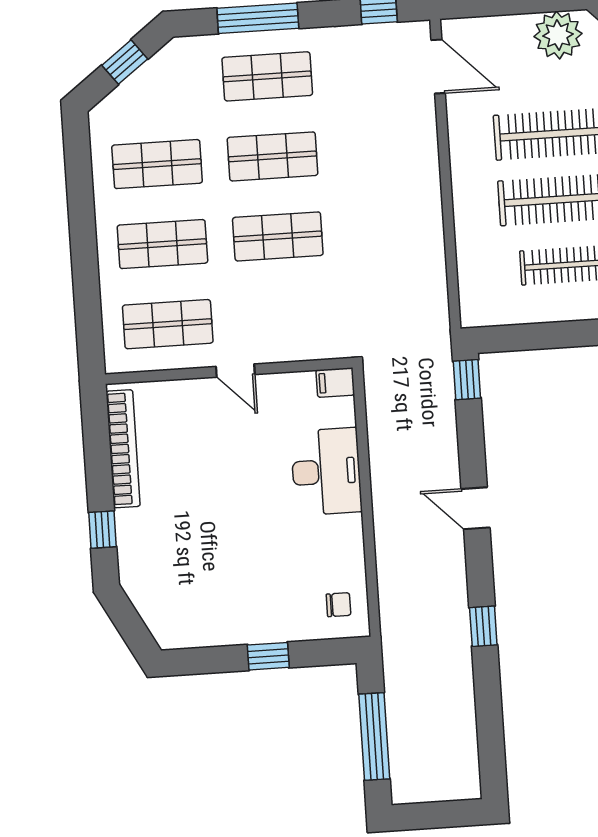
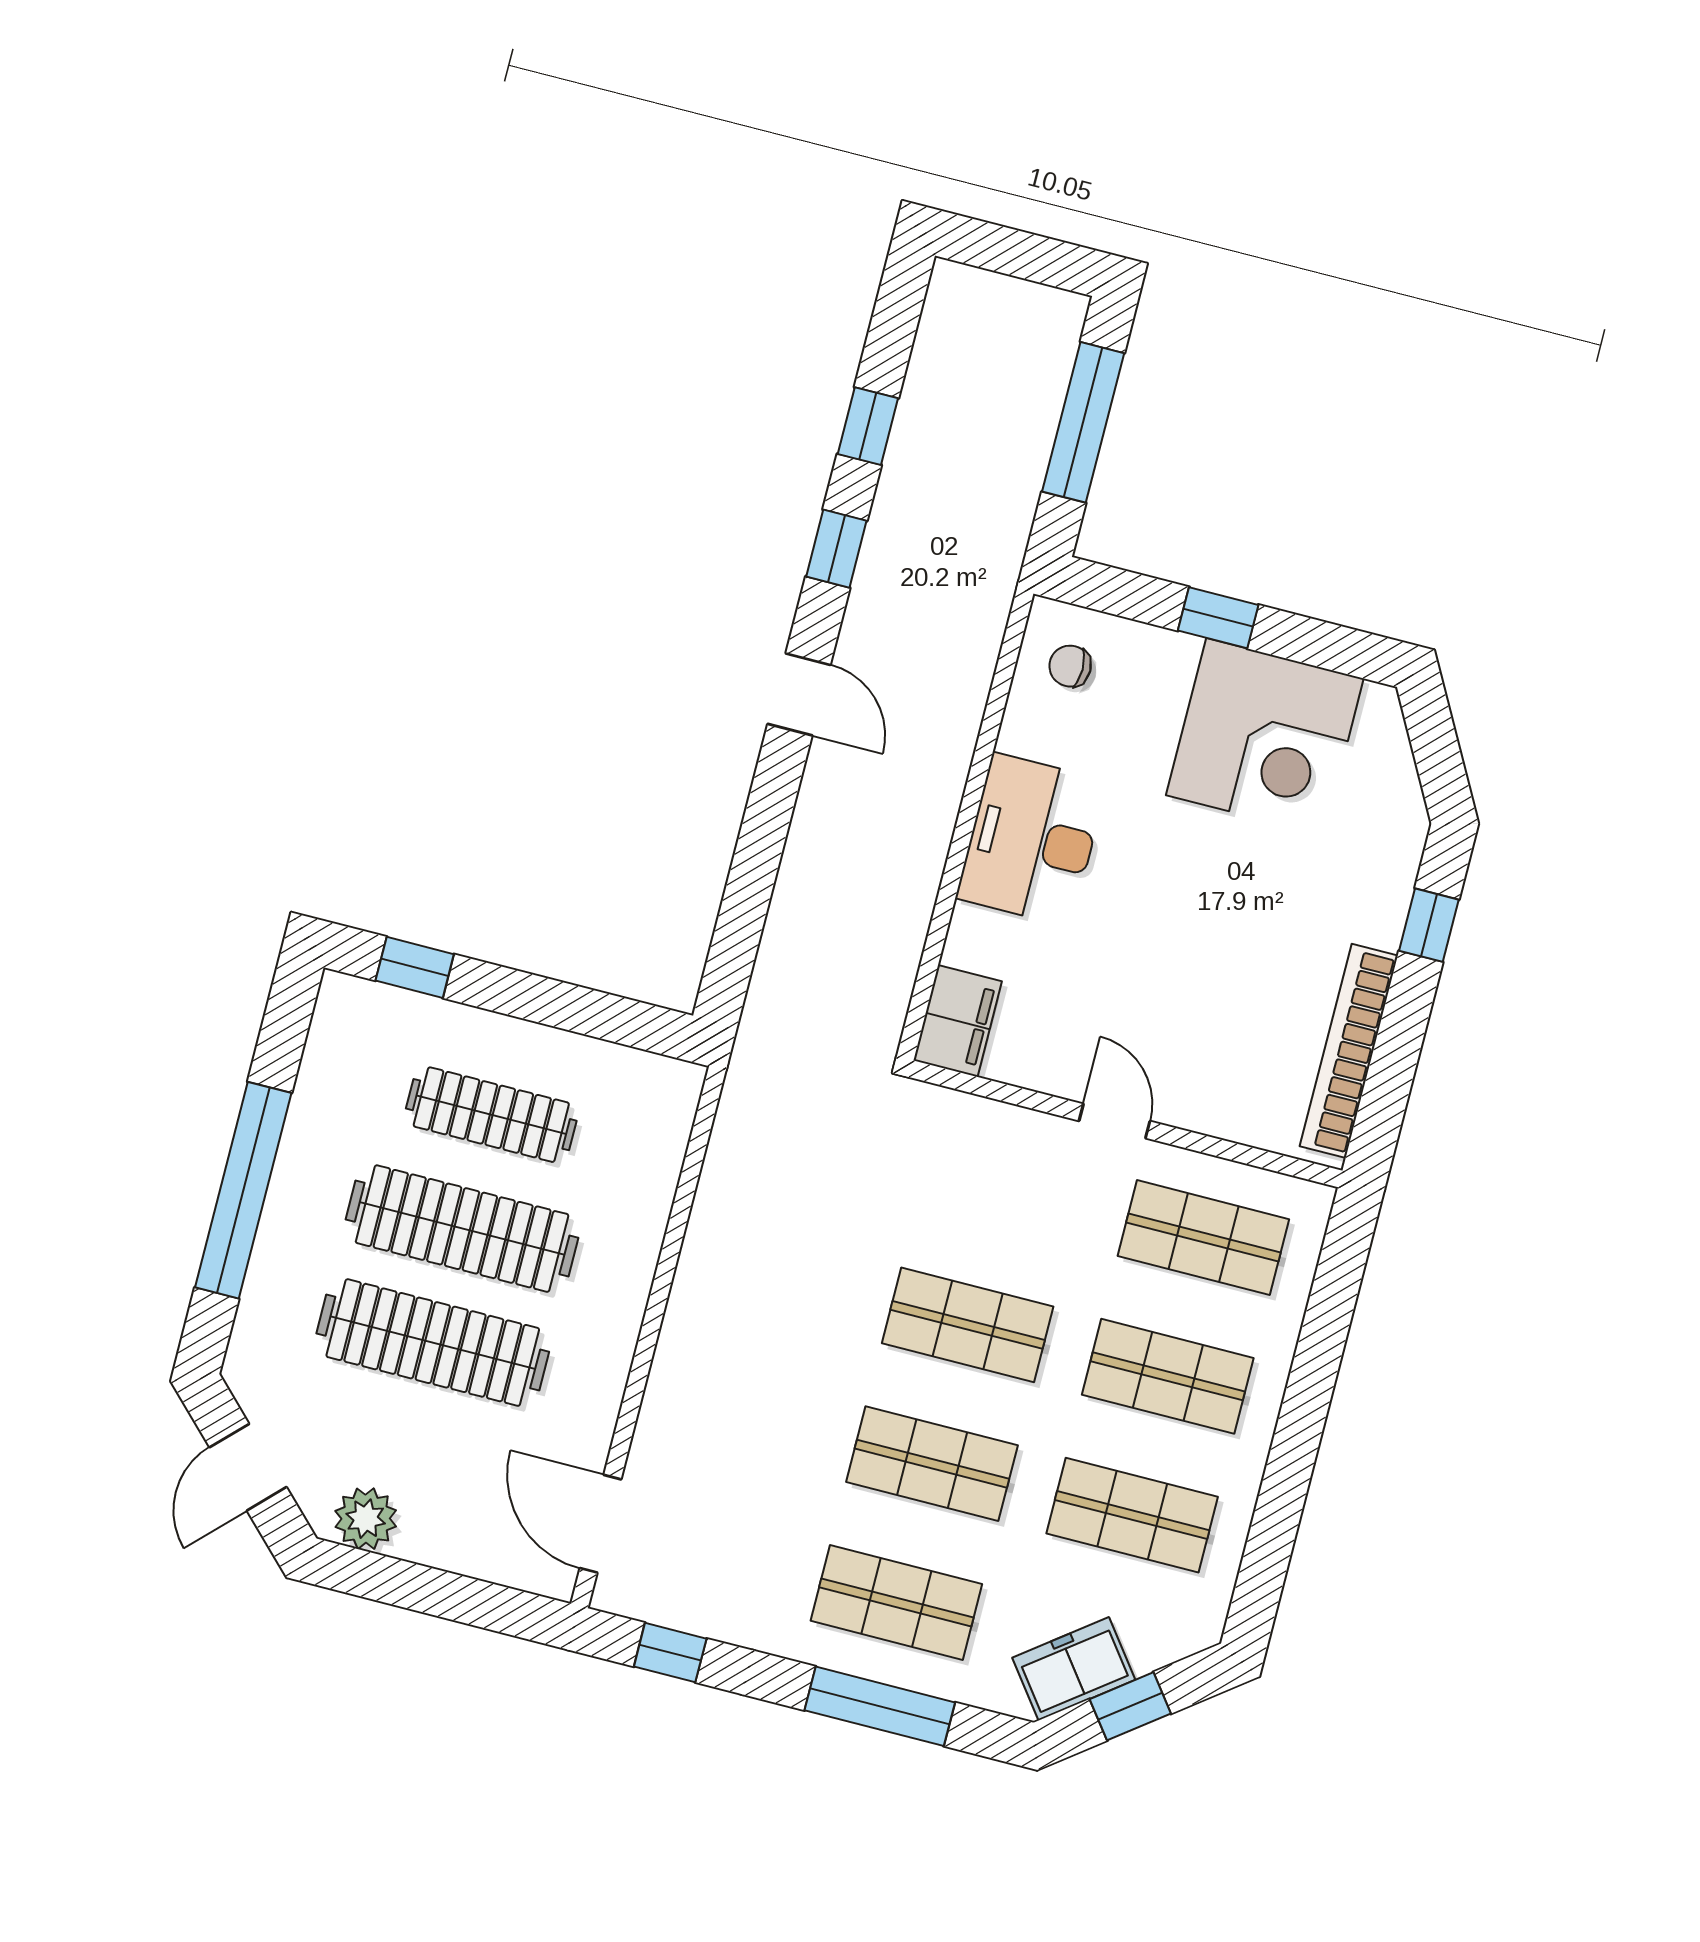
plant: (558, 35) -> (366, 1519), width x0.73, depth x0.73
freezer: (161, 72) -> (1074, 1669), added
window: (467, 380) -> (868, 426), moved
filing cabinet: (335, 382) -> (958, 1021), width x2.00
desk: (326, 472) -> (1032, 840), moved
door: (475, 508) -> (799, 694), moved
corner desk: (223, 601) -> (1265, 737), added

